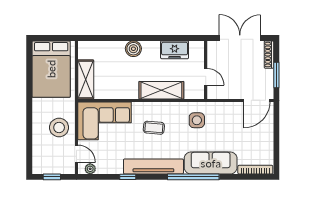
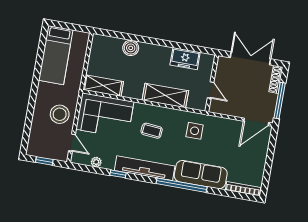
boiler: (133, 49) -> (131, 48), moved
bed: (51, 69) -> (56, 55), width x0.67
window: (276, 75) -> (280, 101), width x1.44
shelving: (86, 79) -> (103, 86), moved, turned 90
plant: (90, 169) -> (96, 162), moved

